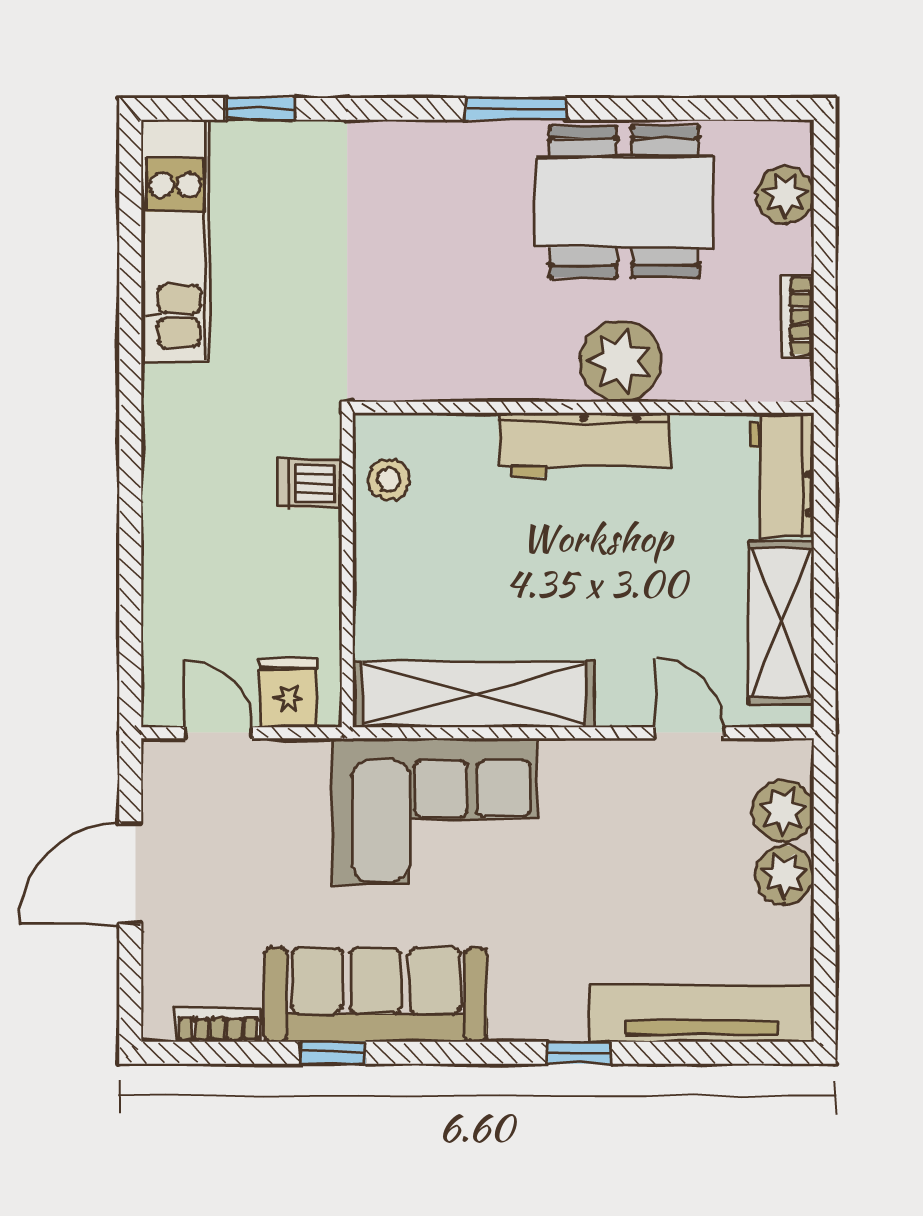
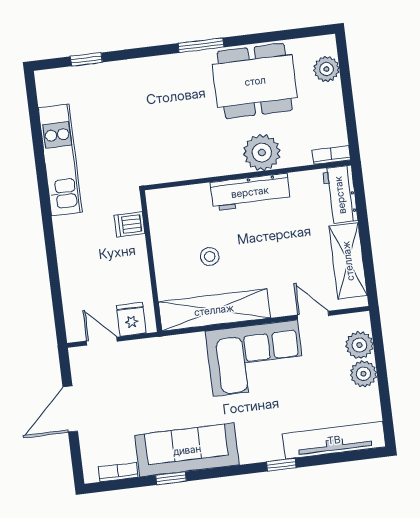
kitchen unit: (175, 241) -> (60, 160), moved
bookcase: (797, 316) -> (331, 155), moved, turned 90
stool: (389, 480) -> (210, 256), moved
corner sofa: (434, 811) -> (255, 358), moved

